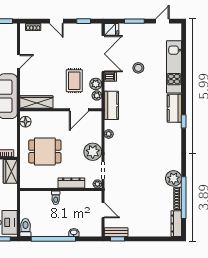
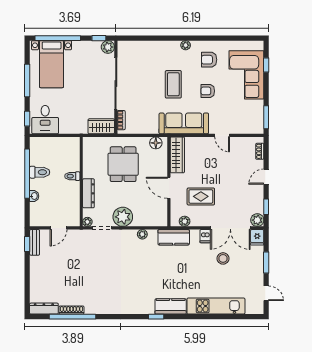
stool: (138, 68) -> (223, 258), moved
plant: (96, 84) -> (257, 220), moved
door: (79, 110) -> (169, 188), moved
plant: (174, 178) -> (93, 306), removed
toilet: (25, 228) -> (40, 172), moved

